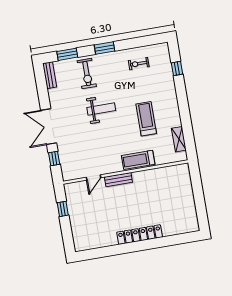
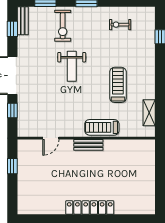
window: (41, 84) -> (12, 29), added
weight bench: (101, 109) -> (72, 66), turned 90
bench: (118, 180) -> (88, 145), moved

